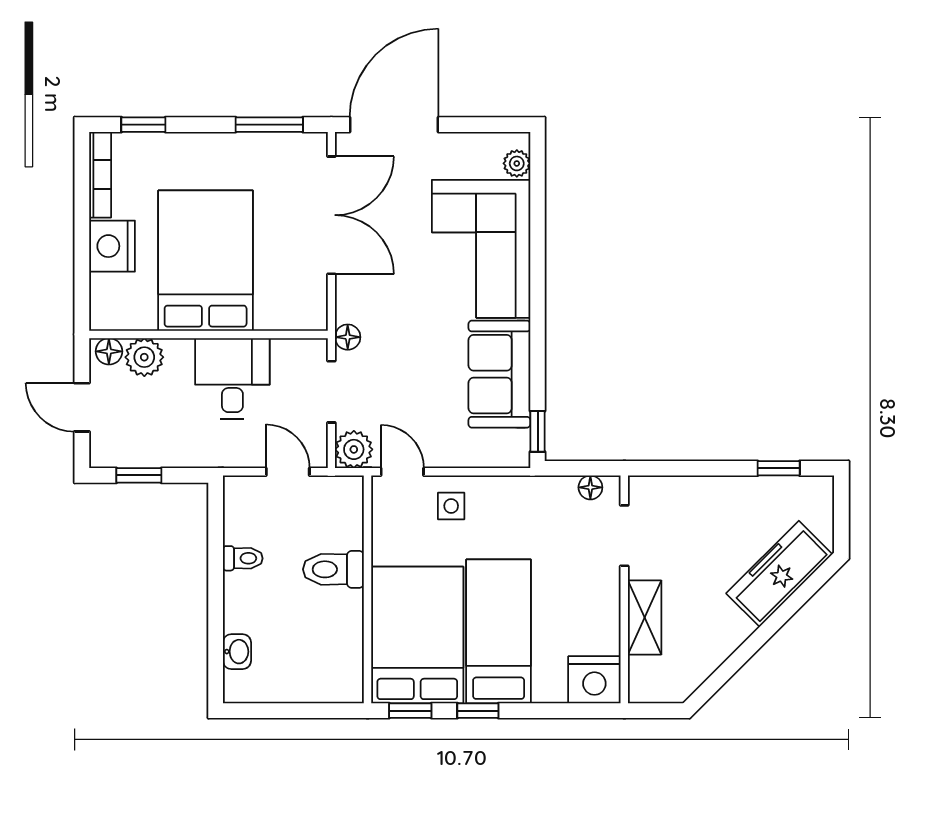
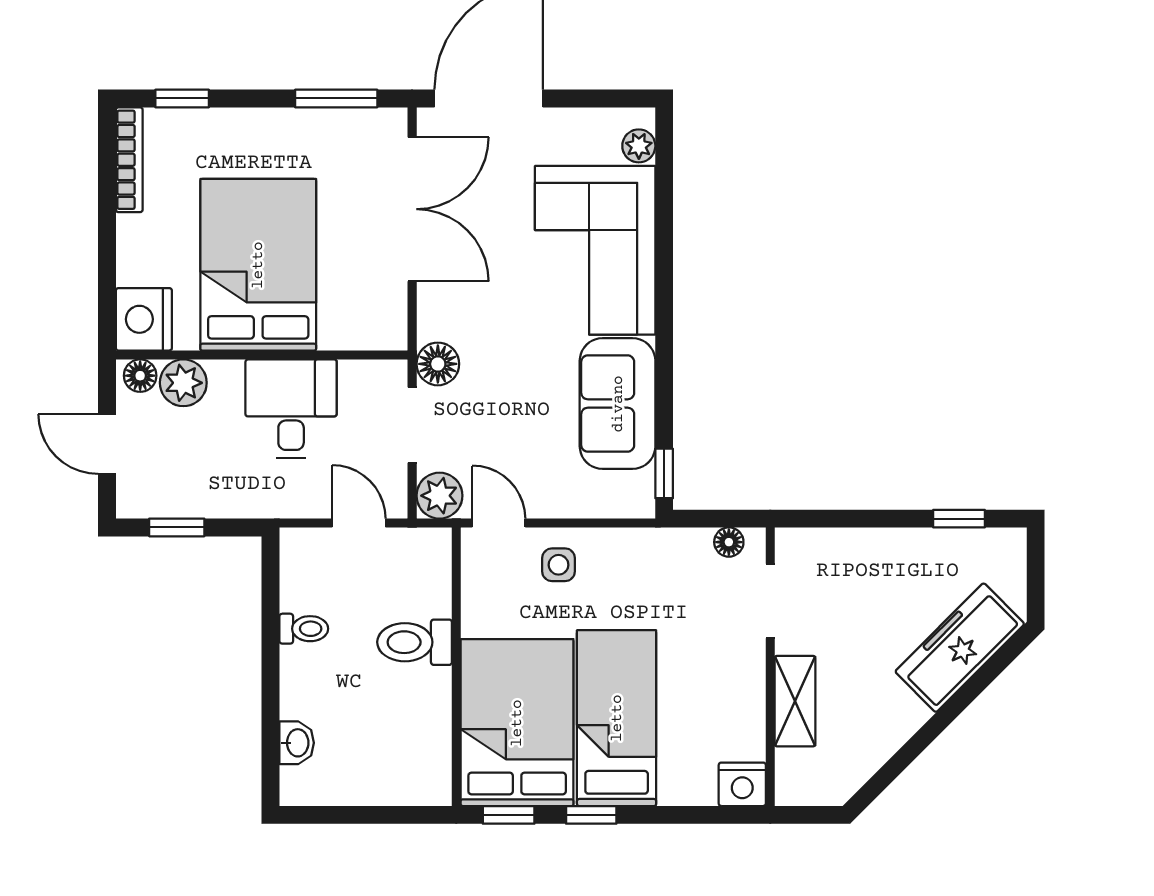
nightstand: (112, 246) -> (144, 319), moved
floor lamp: (348, 337) -> (438, 364), width x1.37, depth x1.37
nightstand: (594, 680) -> (742, 784), width x0.74, depth x0.75

